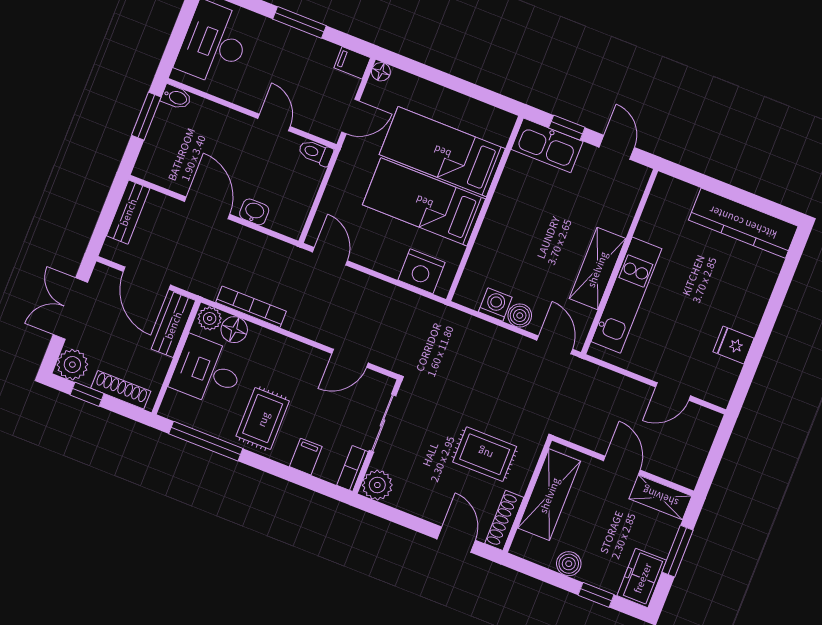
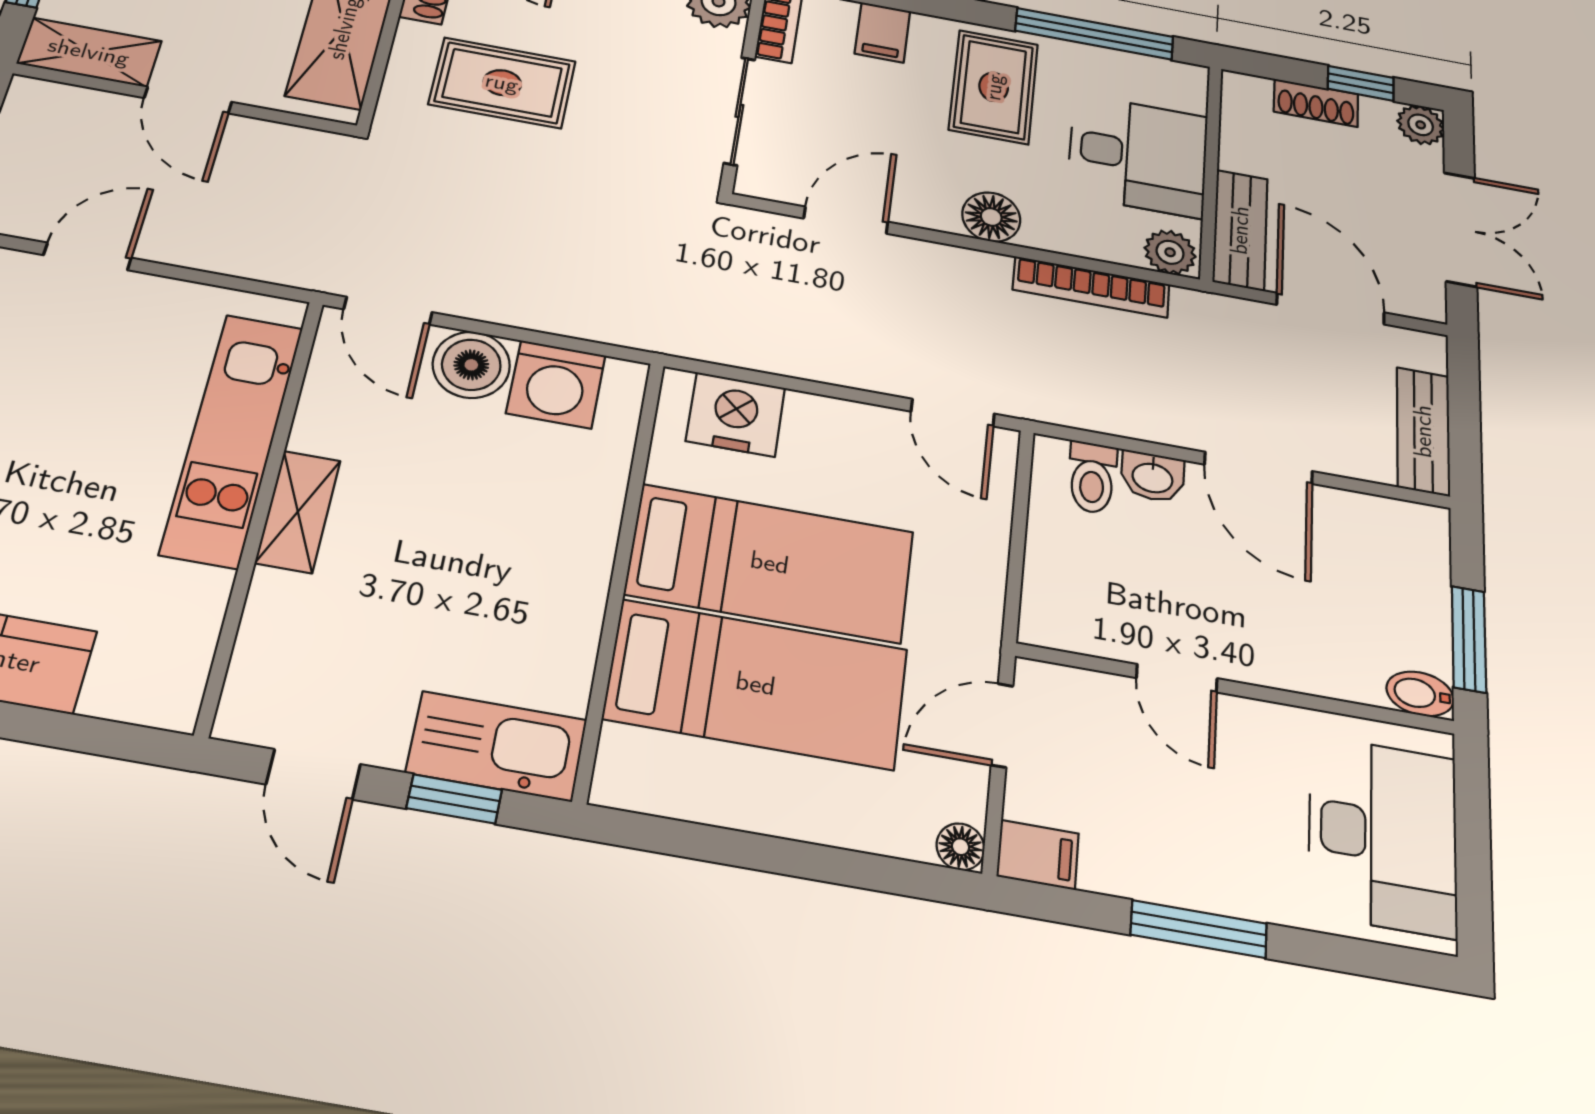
toilet: (316, 153) -> (1092, 477), moved, turned 90
shelving: (597, 269) -> (298, 512), width x0.67, depth x0.75
washing machine: (495, 304) -> (556, 384), width x1.38, depth x1.38
boiler: (520, 316) -> (471, 365), width x1.36, depth x1.36
floor lamp: (234, 330) -> (991, 217), moved
plant: (72, 365) -> (1421, 125), width x0.73, depth x0.73
shoe rack: (121, 390) -> (1316, 103), width x0.70

